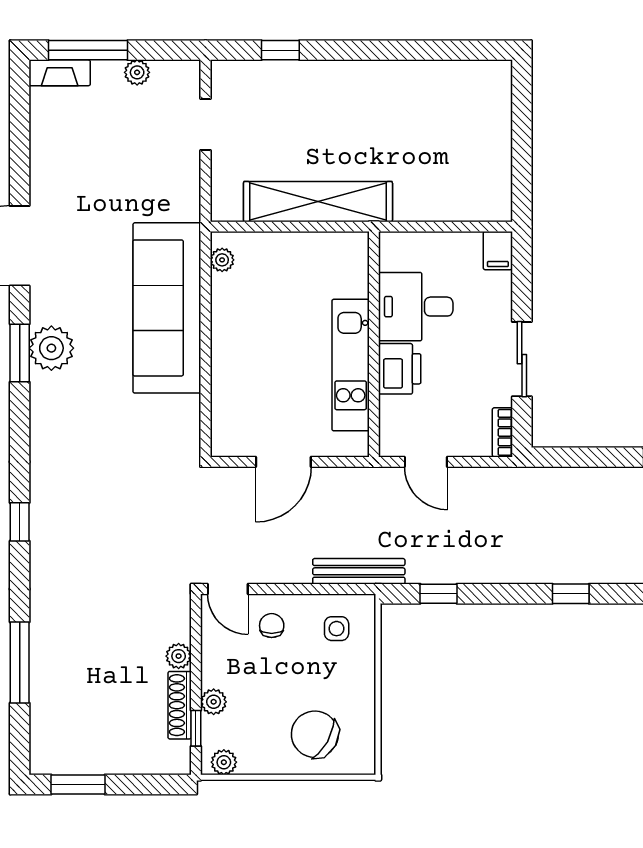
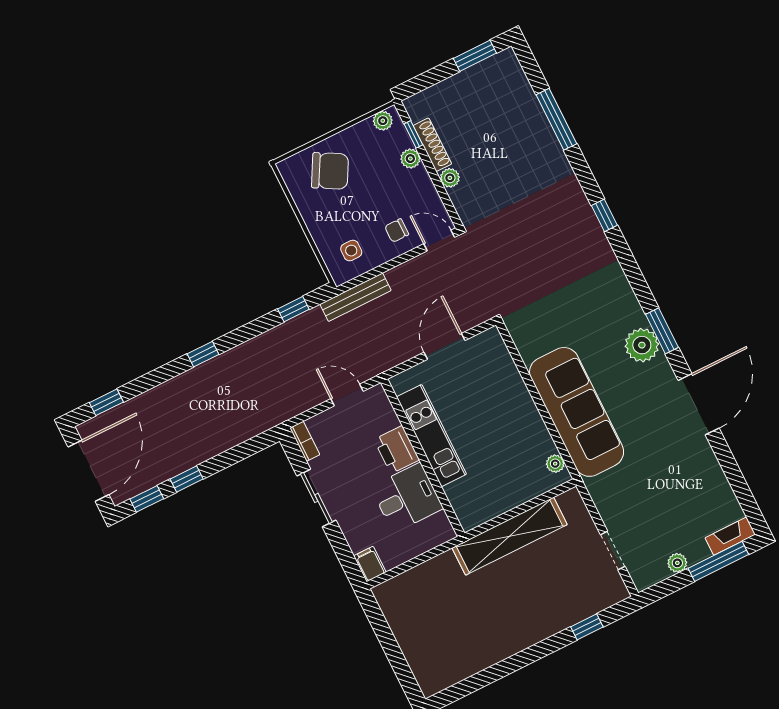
chair: (272, 626) -> (397, 230), turned 90

